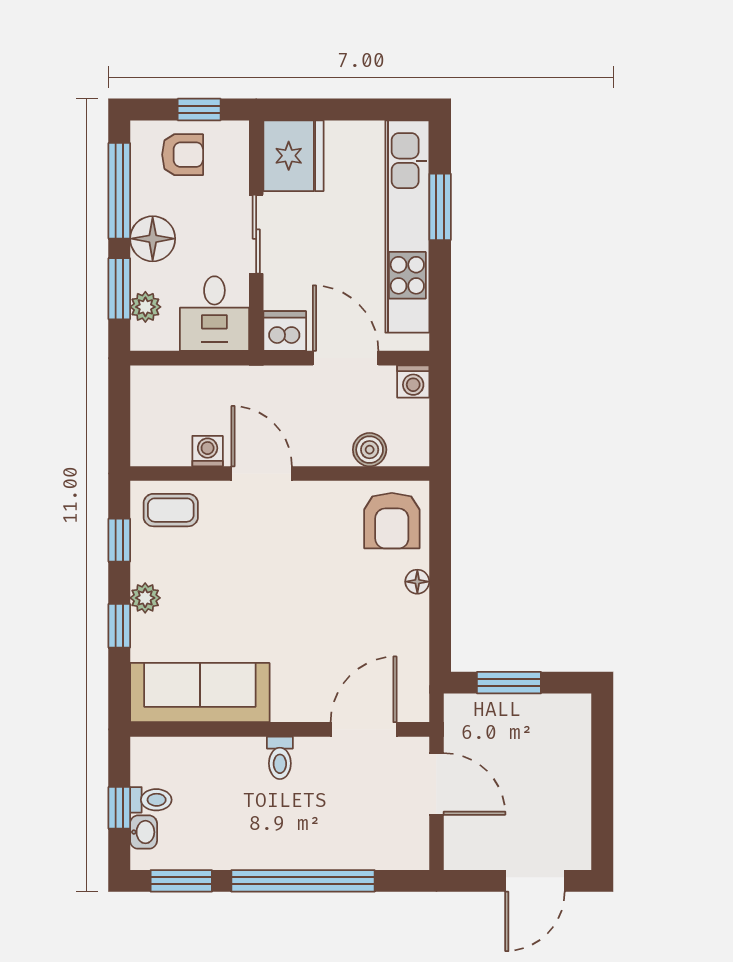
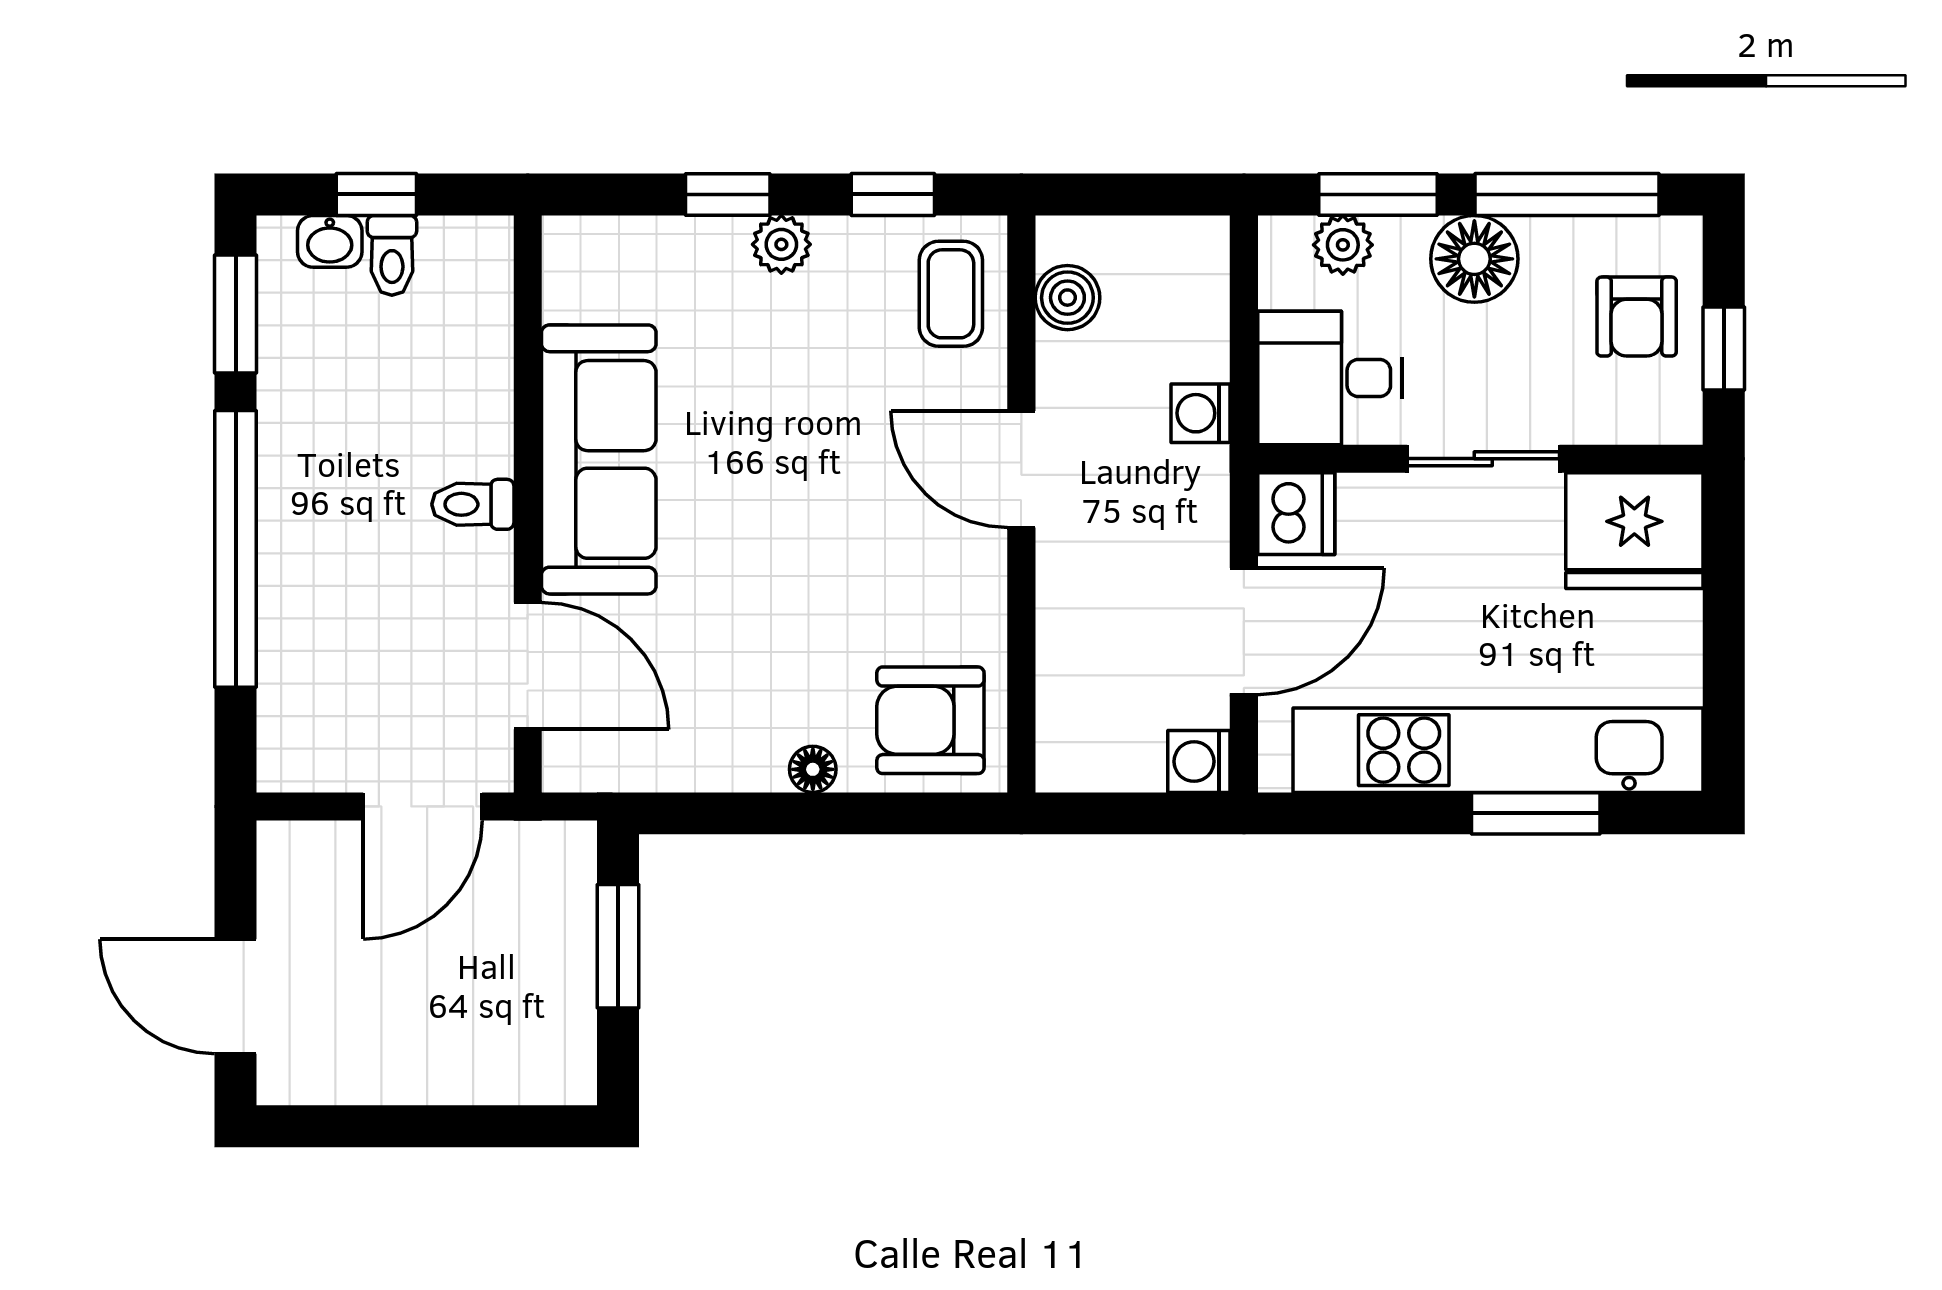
boiler: (370, 450) -> (1067, 298), moved
washing machine: (208, 451) -> (1201, 413), moved, turned 180
door: (262, 474) -> (1021, 469), swing flipped
sofa: (200, 693) -> (599, 459), moved

